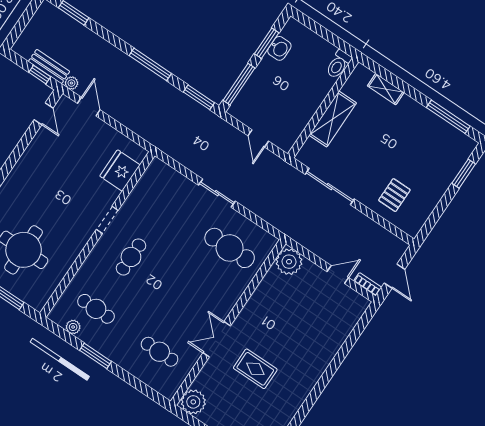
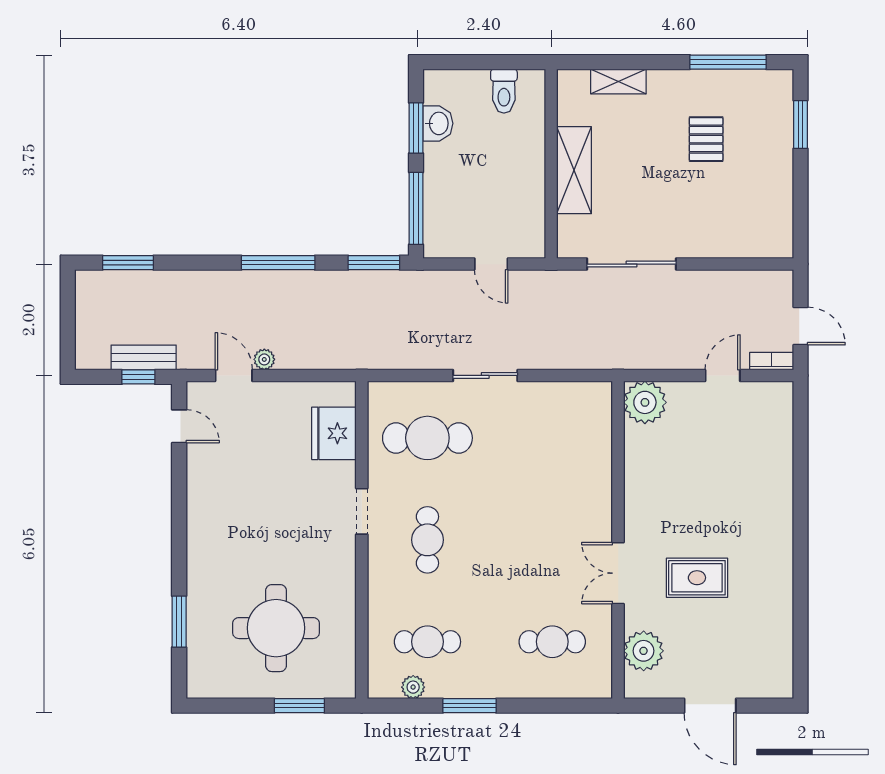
toilet: (339, 64) -> (504, 91), moved
plant: (71, 83) -> (264, 359), moved
pallet: (394, 195) -> (706, 139), moved
cafe table: (230, 248) -> (427, 438), moved
plant: (193, 402) -> (644, 651), moved

